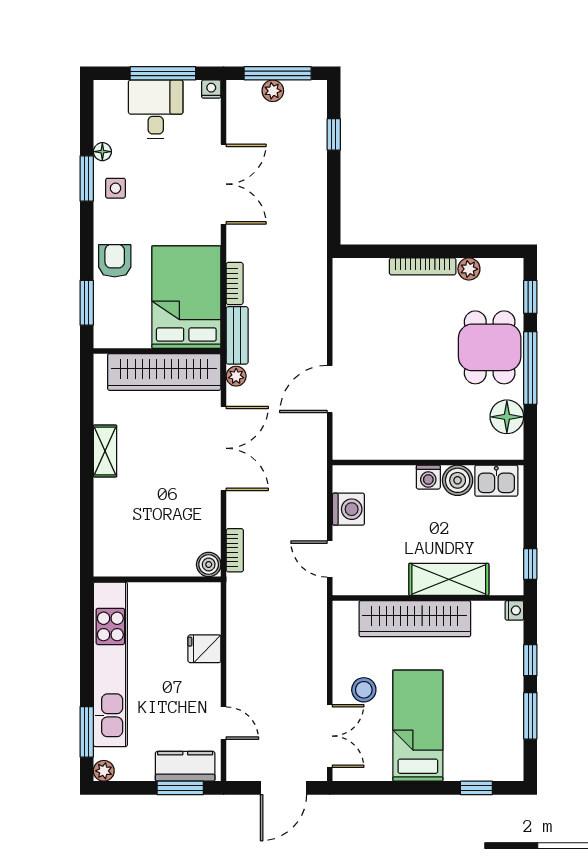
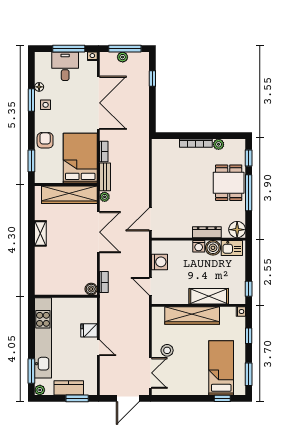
double door: (224, 184) -> (98, 103), width x1.36
door: (330, 389) -> (150, 219), moved
floor lamp: (507, 417) -> (237, 230), moved
dresser: (445, 448) -> (207, 232), added
window: (530, 716) -> (249, 374), moved
door: (224, 723) -> (98, 348), moved
bed: (418, 726) -> (221, 368), moved
kitchen counter: (185, 766) -> (69, 388), moved

